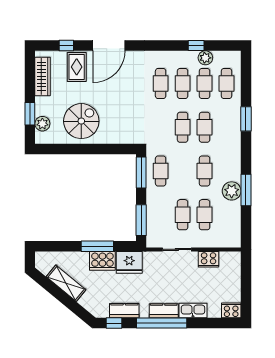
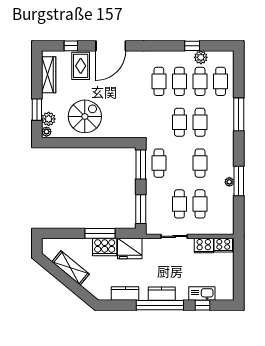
window: (246, 119) -> (239, 114), width x1.44
plant: (40, 137) -> (46, 132), added
plant: (232, 191) -> (229, 182), width x0.53, depth x0.53
cooker: (231, 310) -> (223, 245), moved, turned 180
kitchen sink: (193, 311) -> (202, 293), moved
window: (114, 323) -> (203, 305), moved

